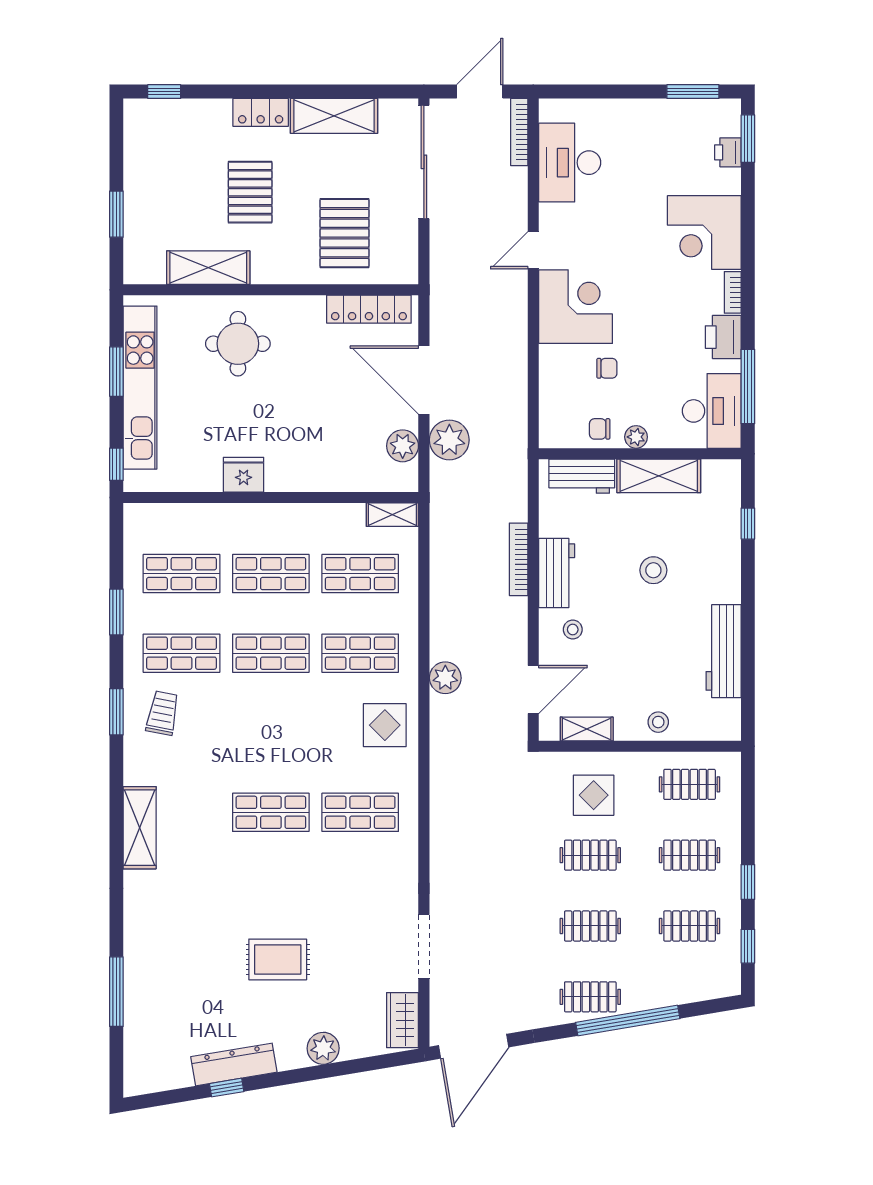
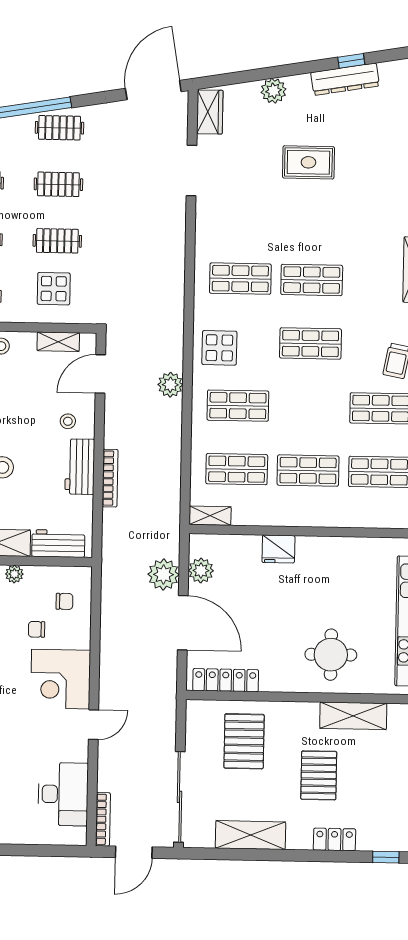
locker: (261, 112) -> (334, 839), moved
chair: (600, 429) -> (64, 601), moved
fridge: (244, 475) -> (278, 549), moved
shop shelf: (271, 653) -> (310, 343), moved

